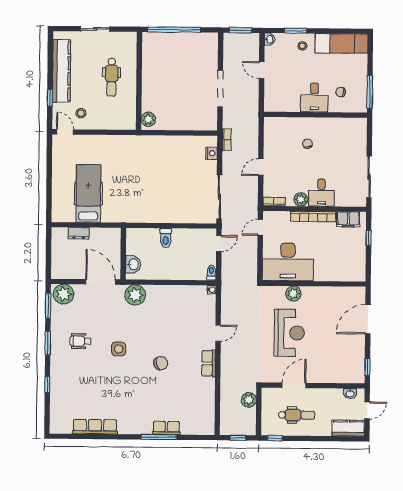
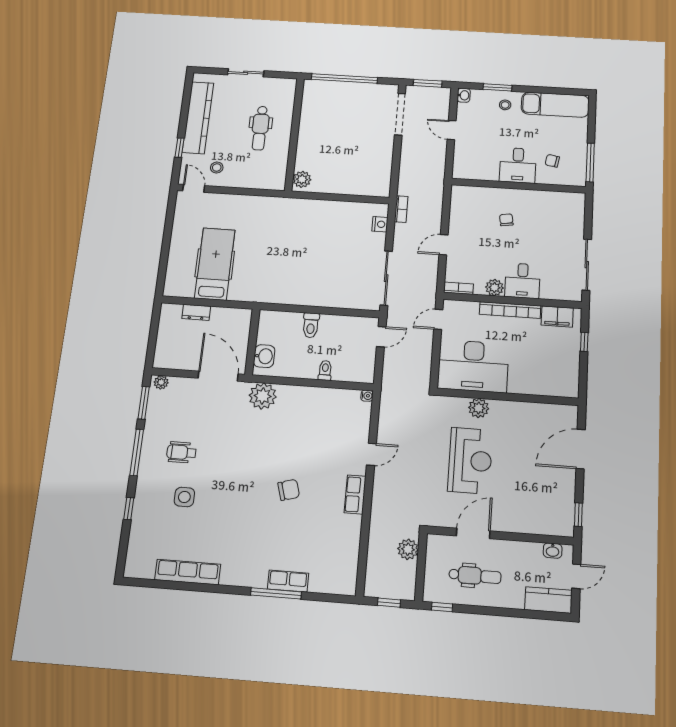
doorway: (220, 88) -> (400, 114), moved
toilet: (211, 273) -> (325, 370), moved
plant: (64, 294) -> (161, 382), width x0.53, depth x0.53
window: (48, 343) -> (137, 452), width x1.44
side table: (119, 349) -> (184, 497), moved

